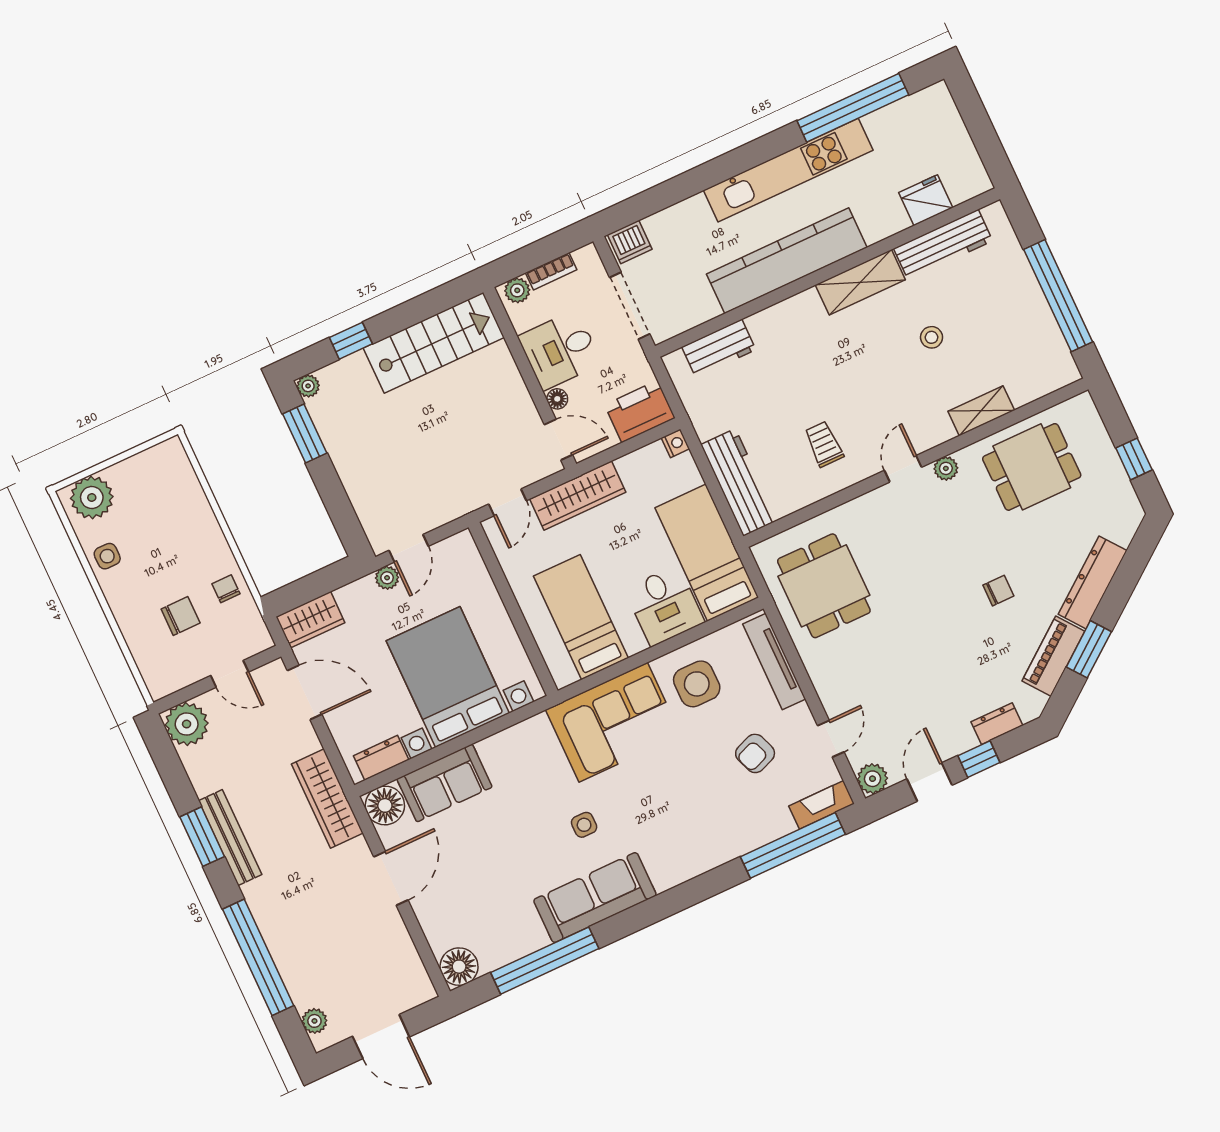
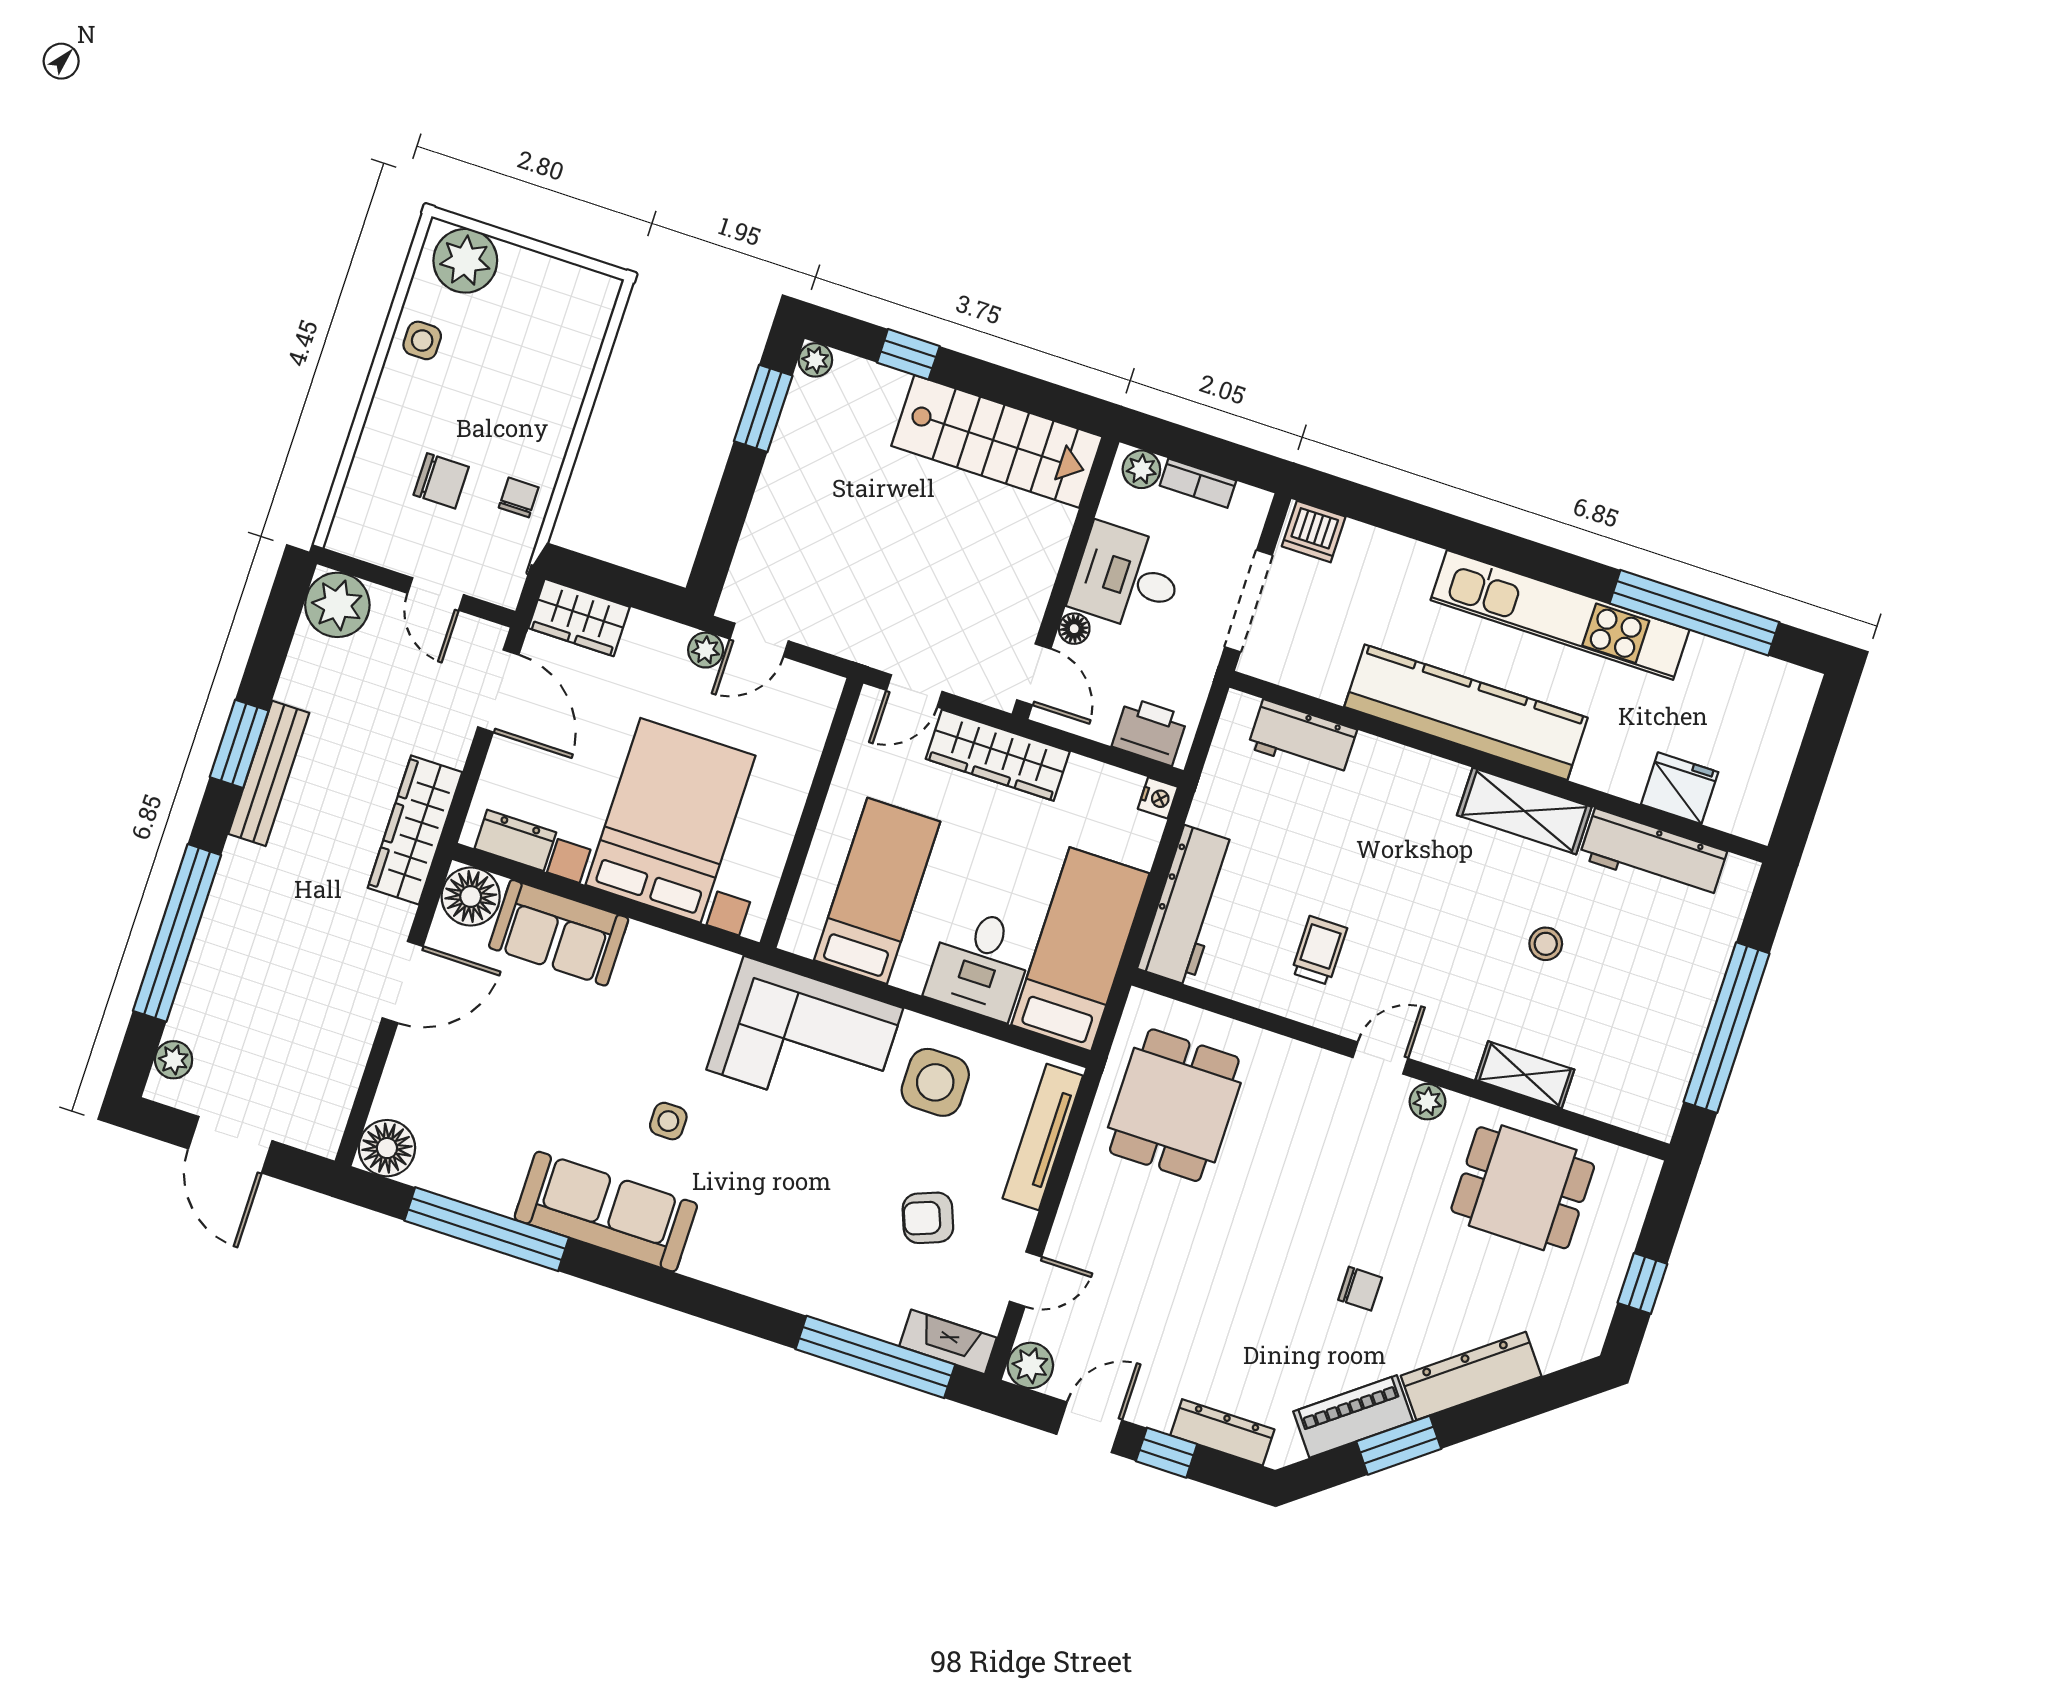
printer: (640, 411) -> (1150, 731), width x0.73, depth x0.84
dresser: (997, 724) -> (1222, 1432), width x1.44

